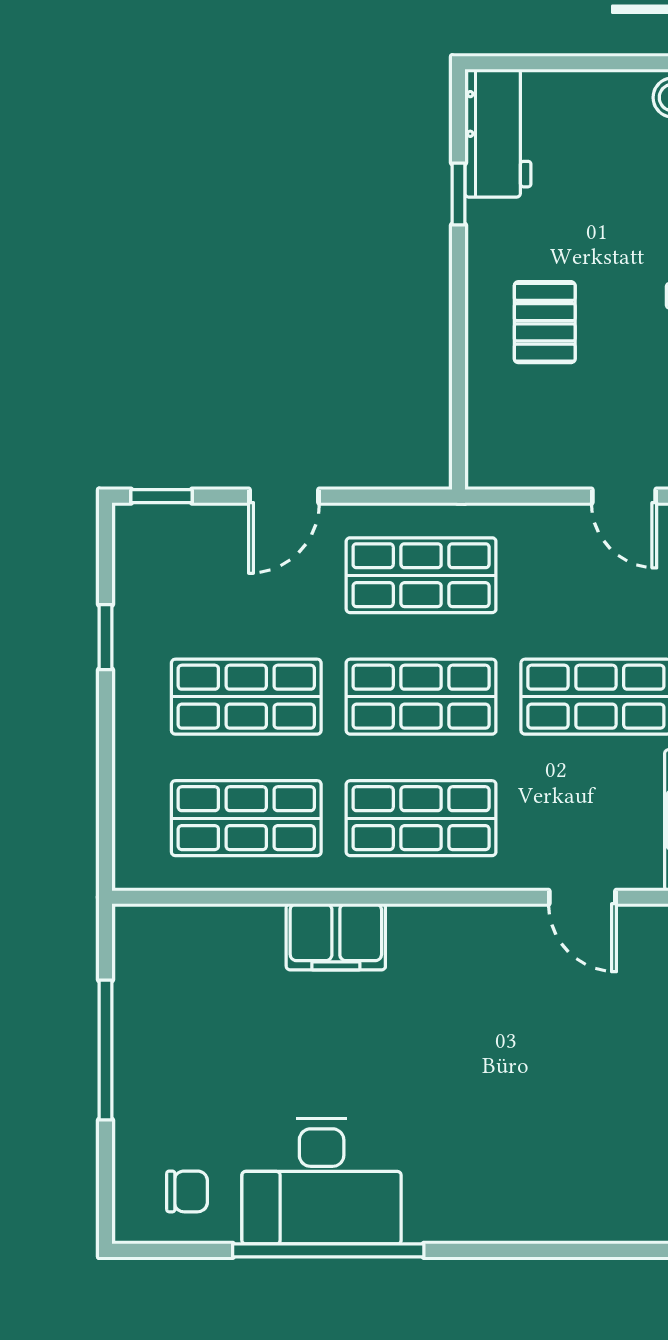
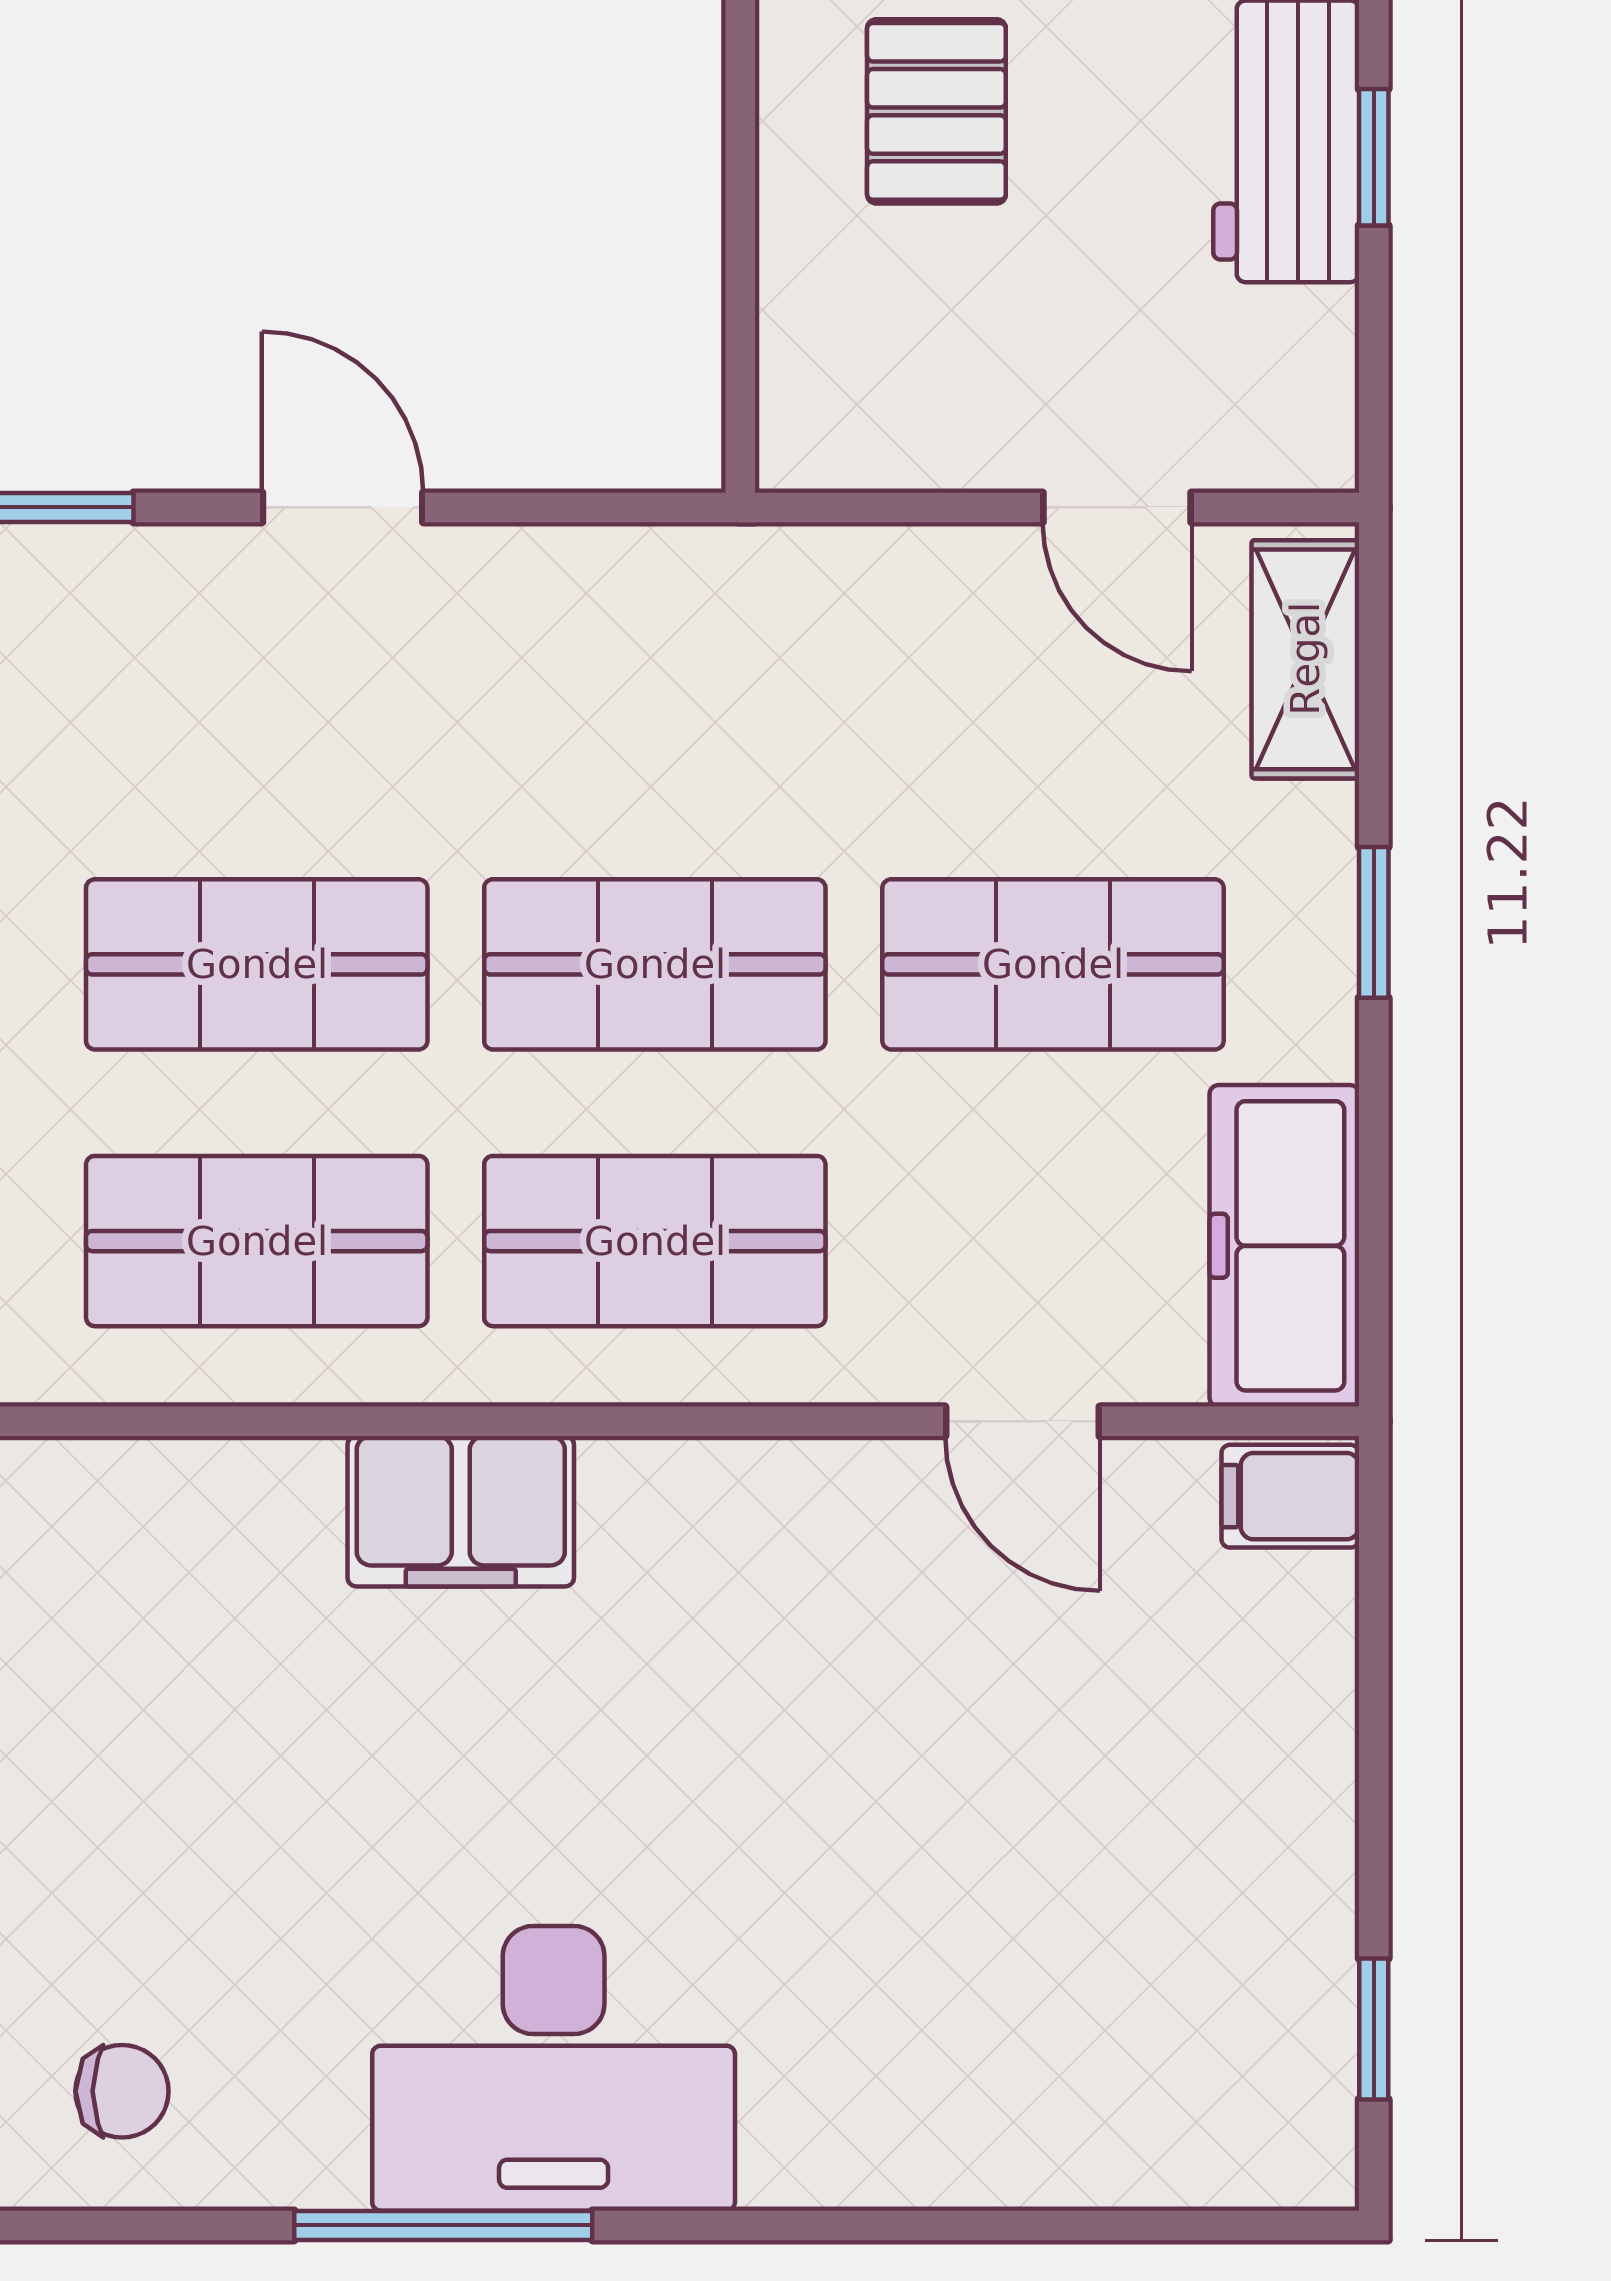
door: (284, 496) -> (343, 507), swing flipped
shop shelf: (421, 575) -> (655, 688), removed
desk: (322, 1181) -> (554, 2068), moved
window: (328, 1250) -> (443, 2225), width x0.68

